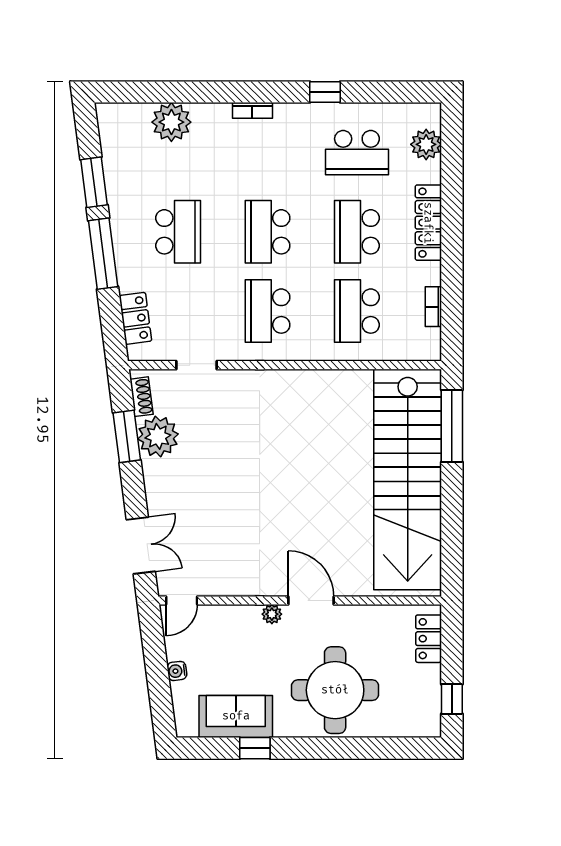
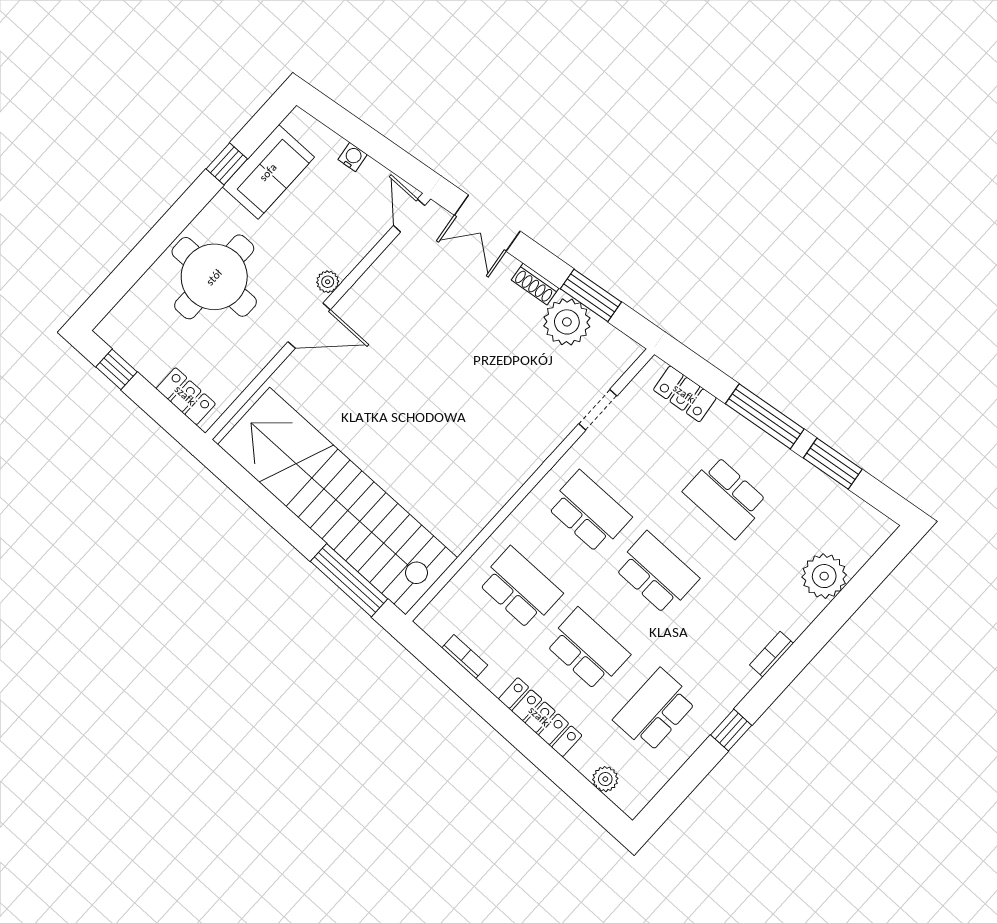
plant: (426, 144) -> (605, 779), width x0.73, depth x0.73
shoe rack: (141, 397) -> (535, 284), moved

